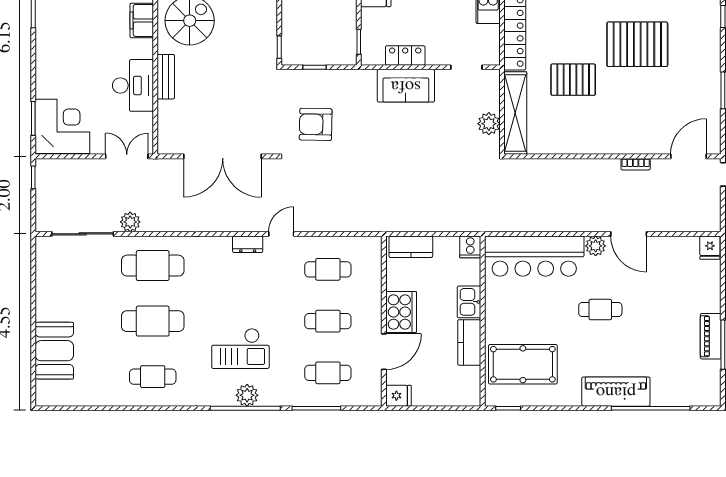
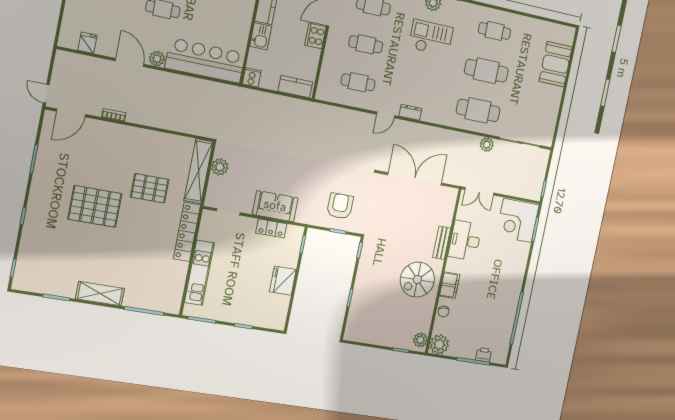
armchair: (316, 124) -> (340, 206), moved, turned -91
fridge: (710, 248) -> (87, 43), moved
cooker: (401, 312) -> (315, 36), width x0.73, depth x0.76

